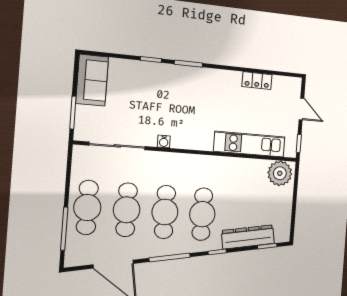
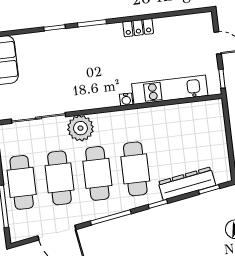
locker: (257, 81) -> (138, 28), moved
water cooler: (164, 141) -> (126, 99), moved
plant: (280, 173) -> (80, 128), moved

